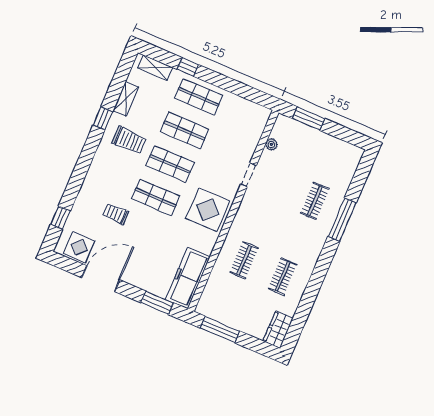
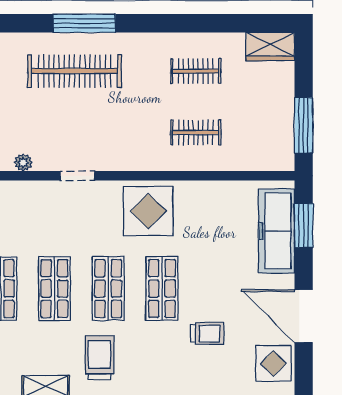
clothes rail: (315, 201) -> (74, 71), width x1.86, depth x1.31
trolley: (116, 214) -> (207, 333), turned -90
freezer: (188, 278) -> (276, 231), moved, turned 90

